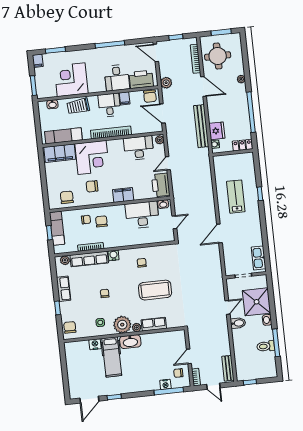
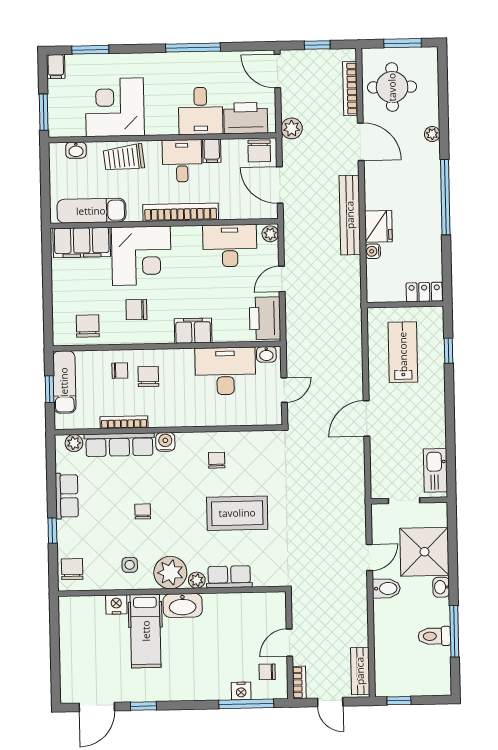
locker: (242, 145) -> (424, 292), moved
wall: (233, 153) -> (405, 304), moved

